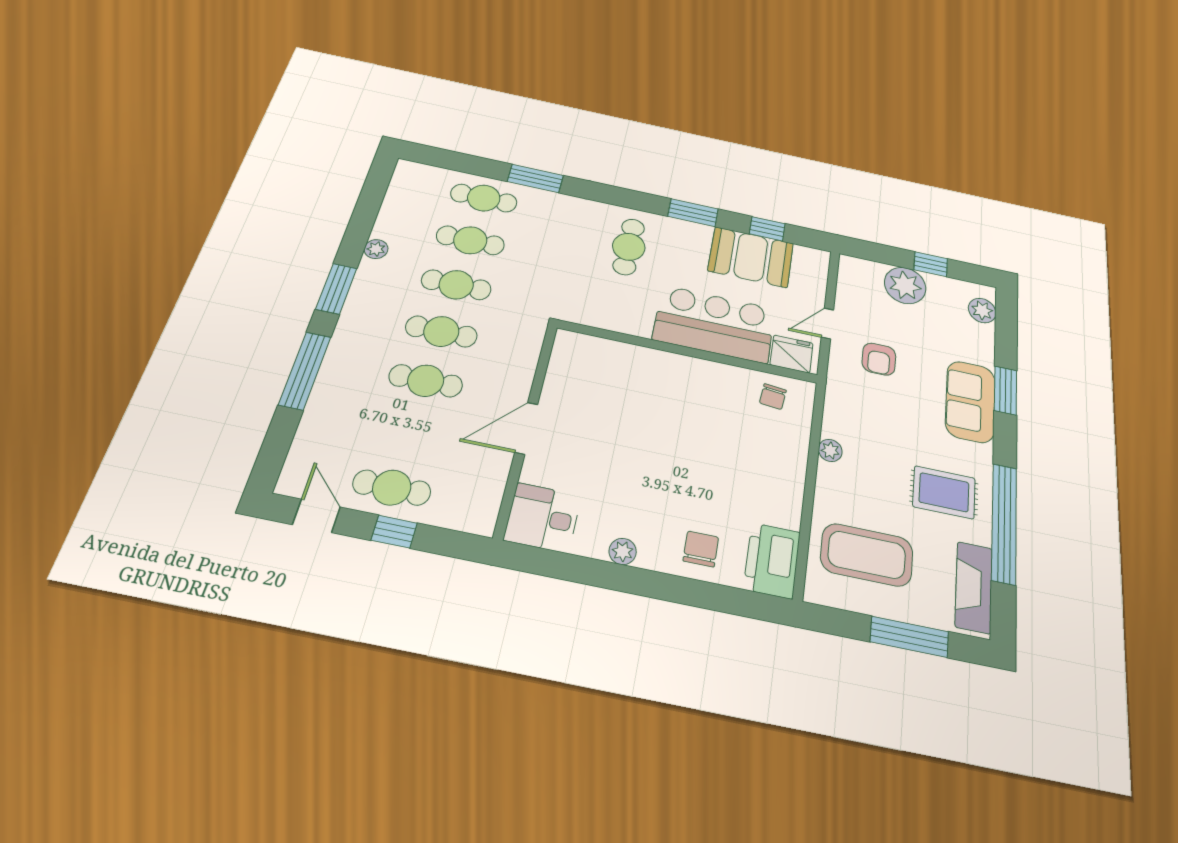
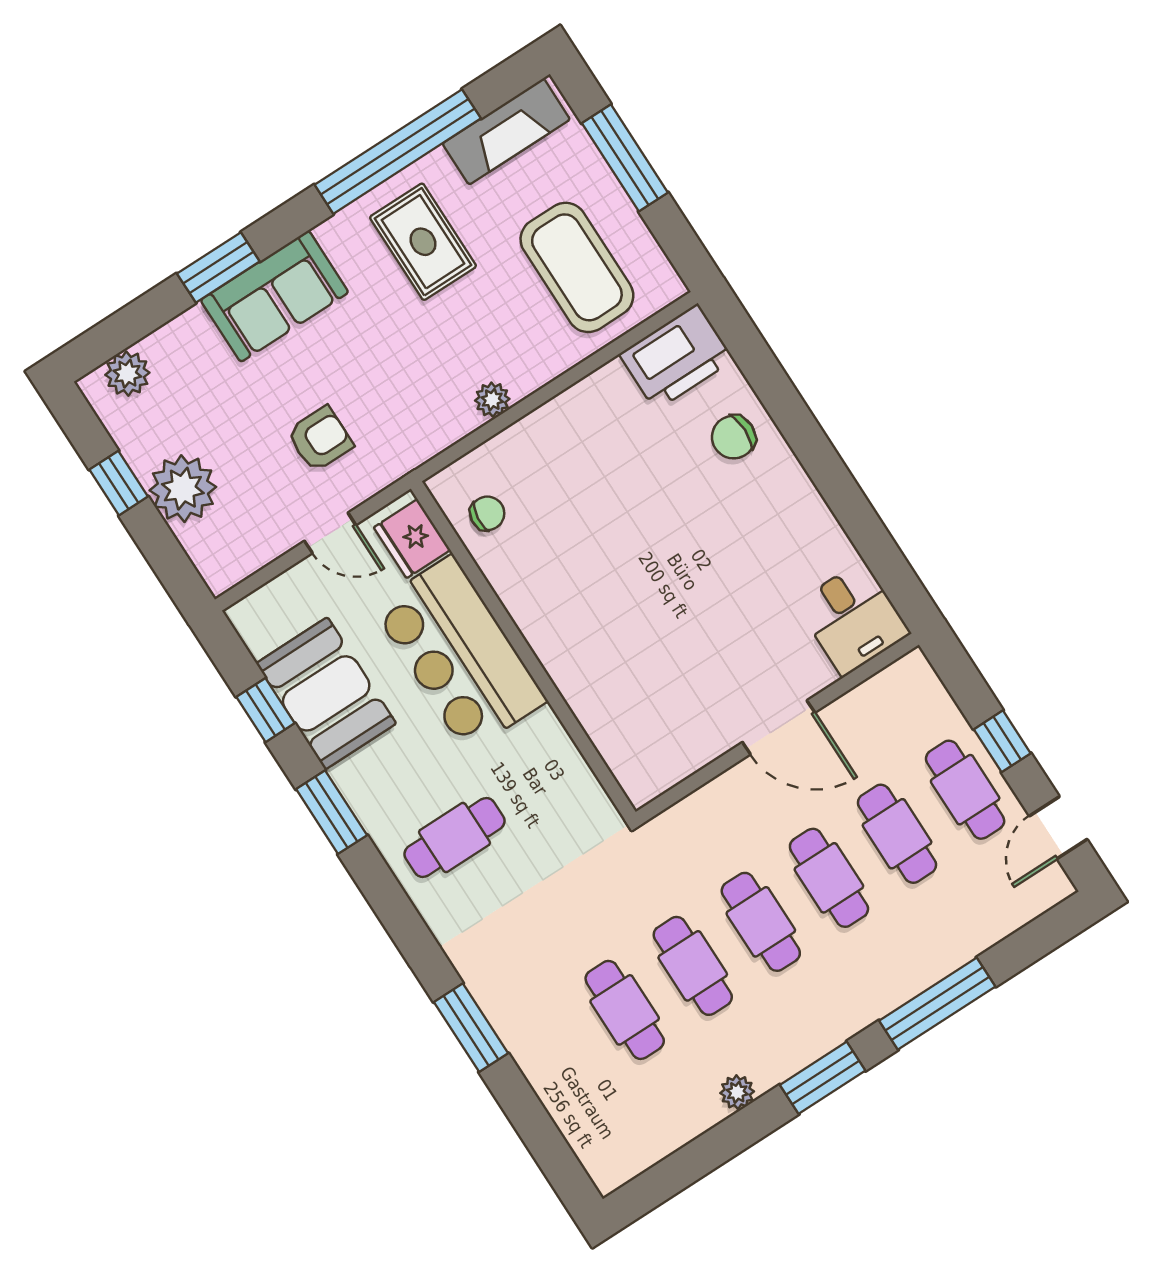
cafe table: (484, 198) -> (897, 834), moved
plant: (623, 551) -> (810, 510), removed

